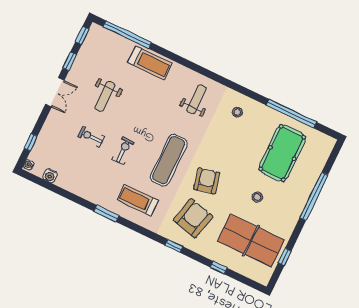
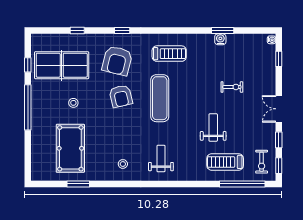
treadmill: (150, 63) -> (225, 162), moved
weight bench: (105, 96) -> (213, 128), moved
weight bench: (196, 99) -> (161, 159), turned 180
window: (291, 114) -> (78, 184), width x0.47
exercise bike: (123, 151) -> (262, 162), moved
water cooler: (50, 176) -> (220, 39), moved
window: (314, 196) -> (28, 107), moved
window: (106, 213) -> (223, 31), moved

